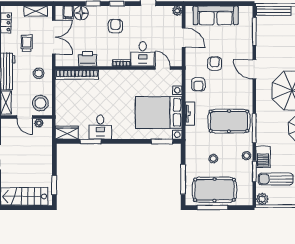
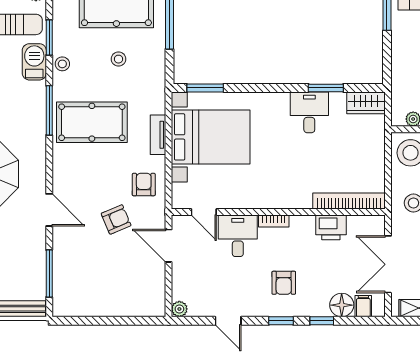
sofa: (216, 15) -> (114, 301), removed
door: (184, 38) -> (168, 246), moved
armchair: (215, 64) -> (116, 219), turned -113

